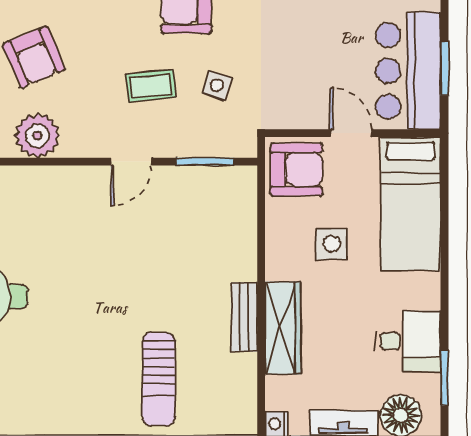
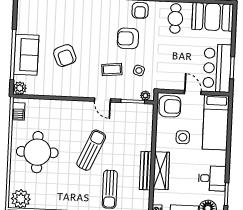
plant: (37, 136) -> (145, 96), moved, width x0.53, depth x0.53
door: (131, 162) -> (103, 100), hinge flipped
sun lounger: (109, 285) -> (91, 150), added
bench: (244, 317) -> (146, 171), width x1.36

